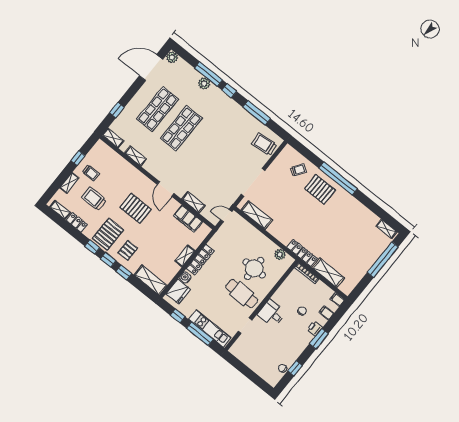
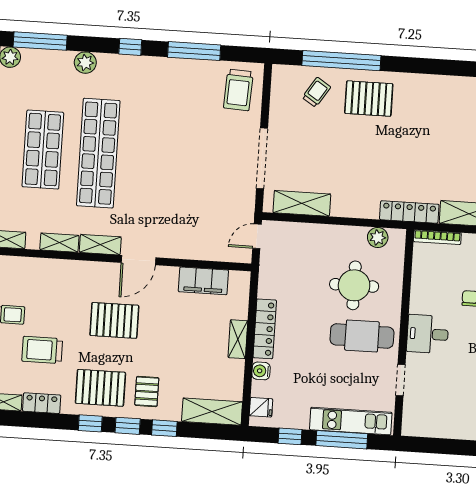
window: (209, 74) -> (40, 41), moved
shop shelf: (181, 128) -> (98, 153), width x1.40
trolley: (264, 144) -> (238, 90), turned -81
window: (338, 179) -> (341, 61), moved
door: (165, 189) -> (138, 260), hinge flipped
shelving: (193, 202) -> (100, 245), moved
pallet: (108, 234) -> (100, 388), turned 90
fridge: (178, 291) -> (261, 407), width x0.53, depth x0.75

